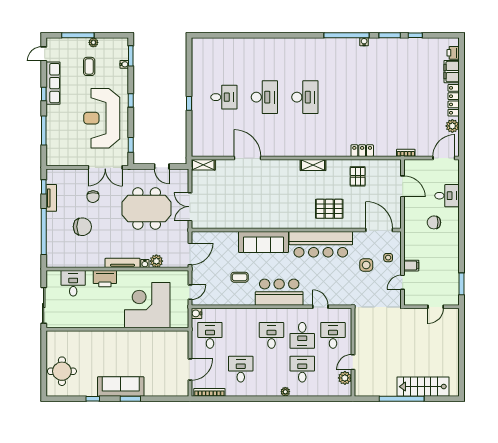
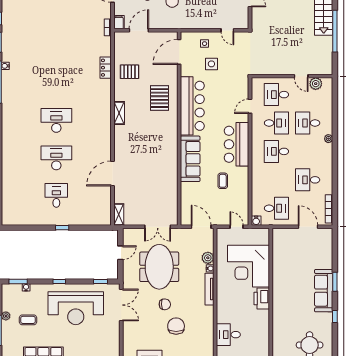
chair: (93, 197) -> (165, 304), moved
filing cabinet: (411, 266) -> (119, 22), moved
printer: (105, 279) -> (262, 299), moved, turned 180
desk: (210, 335) -> (276, 208), turned 180

